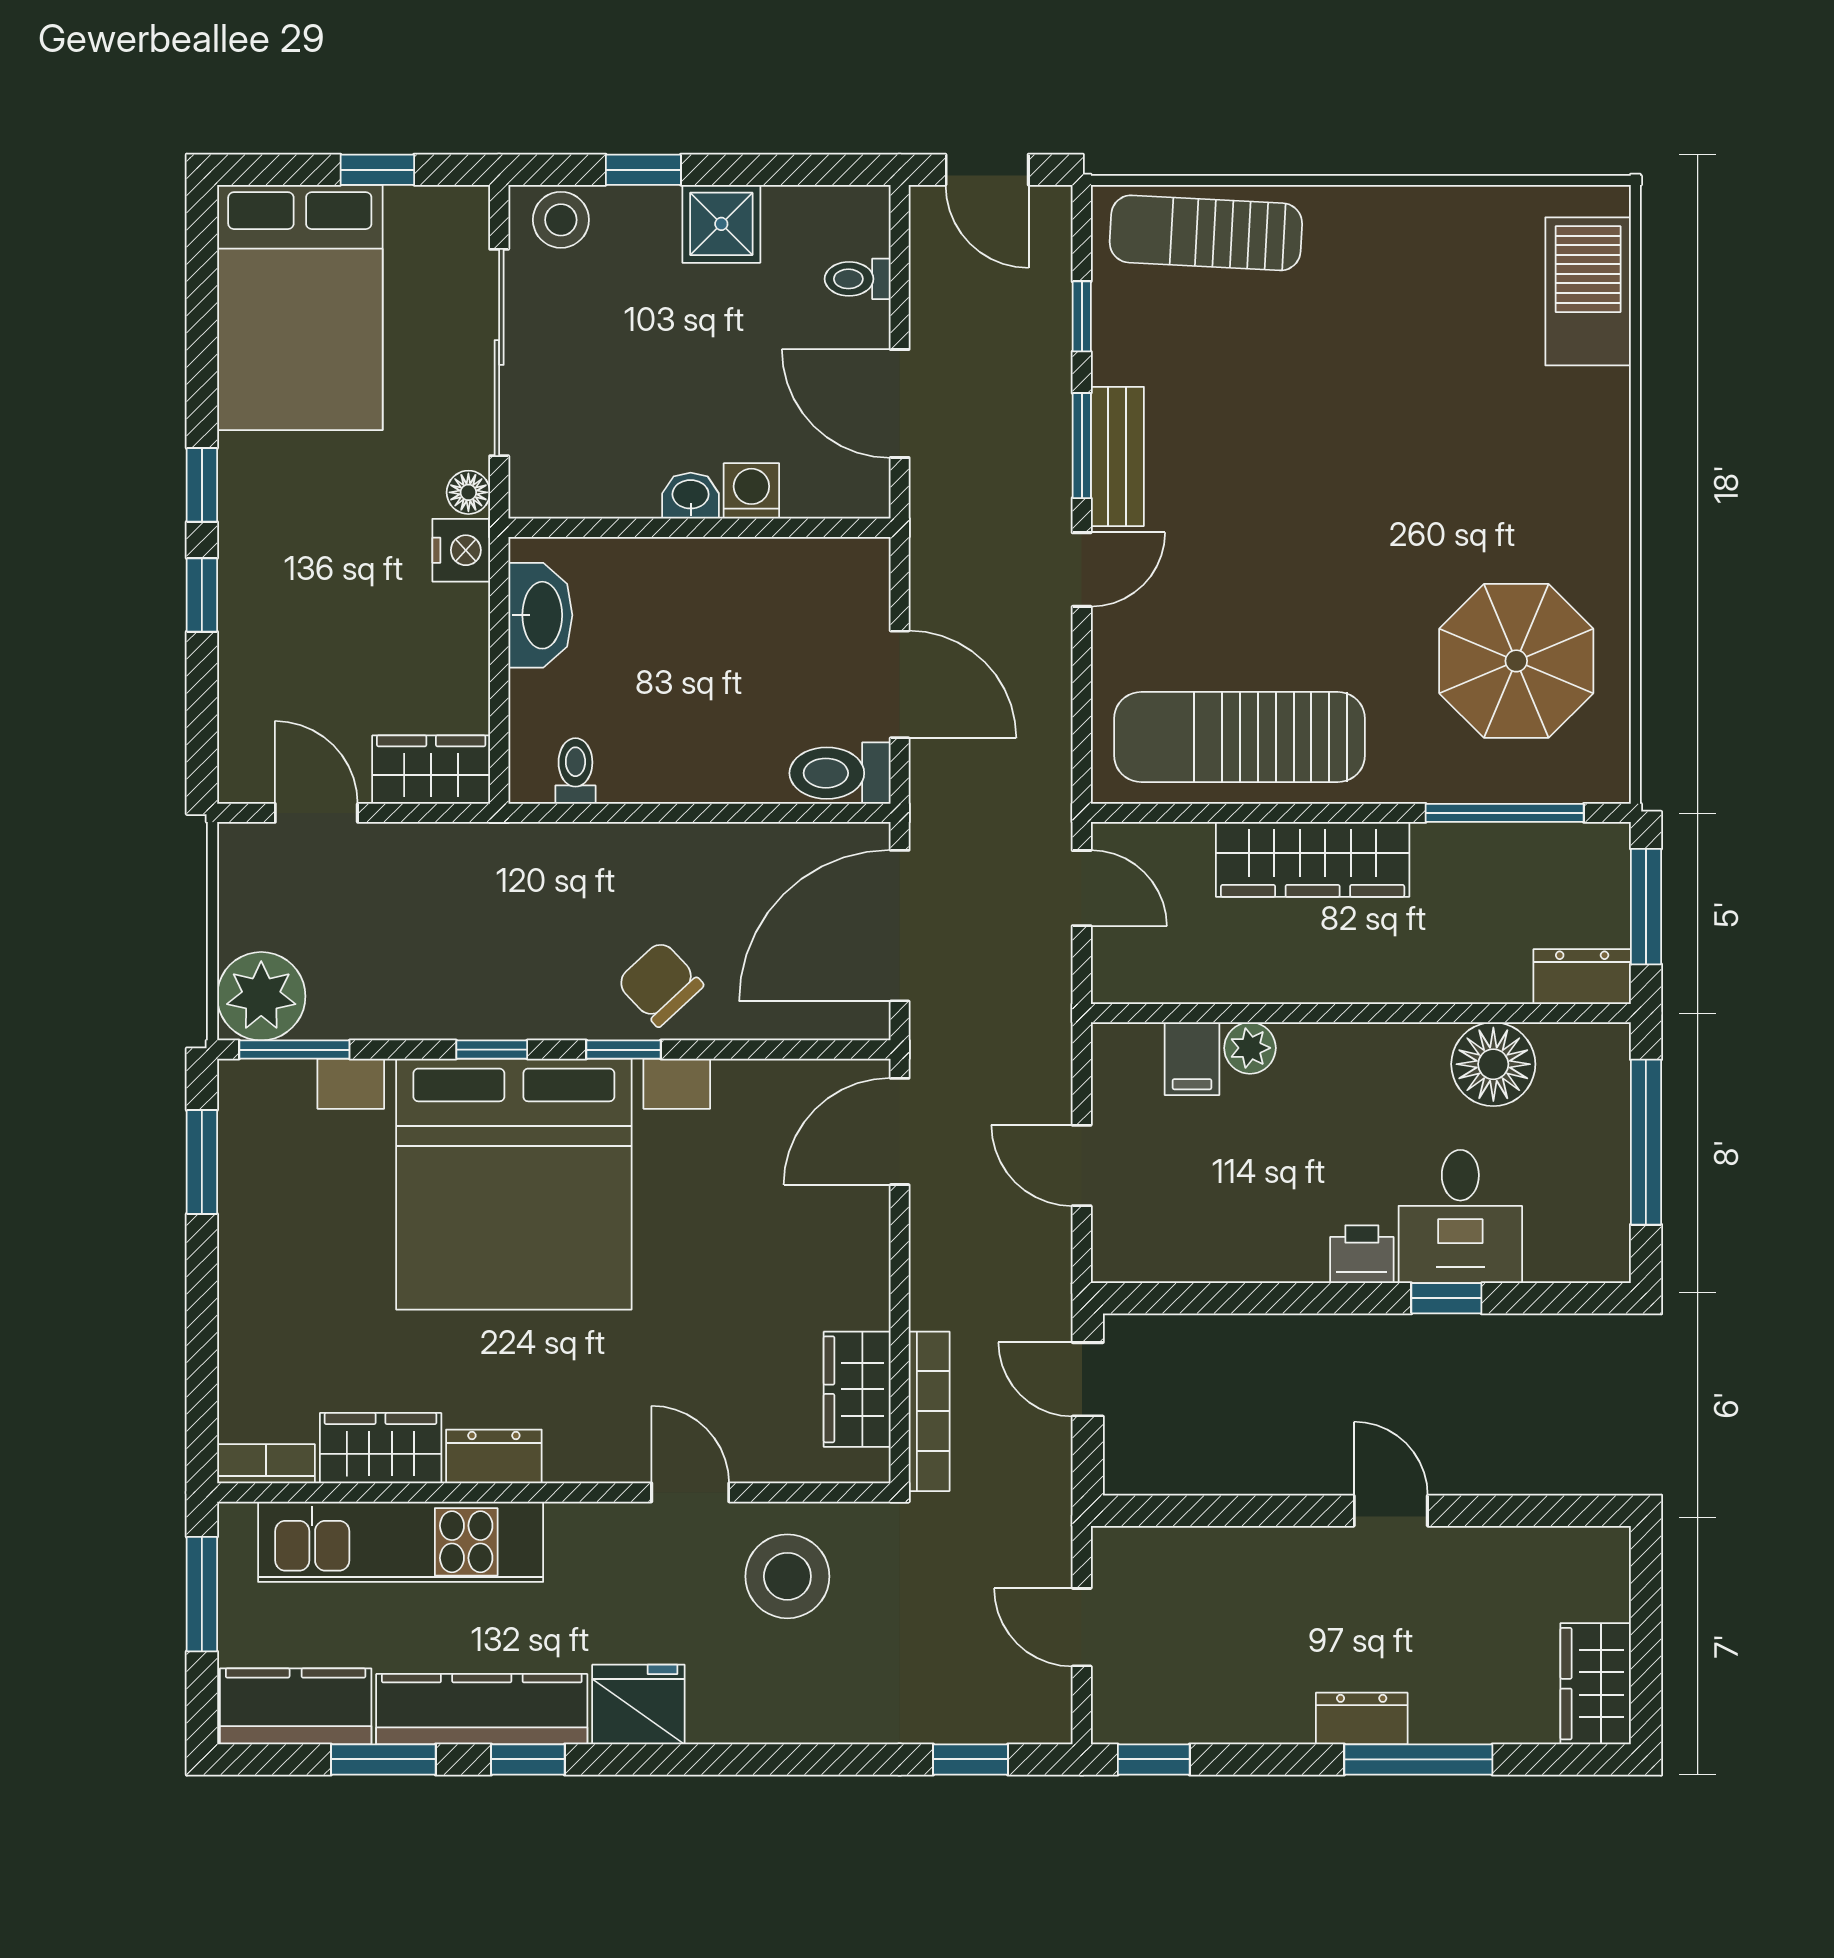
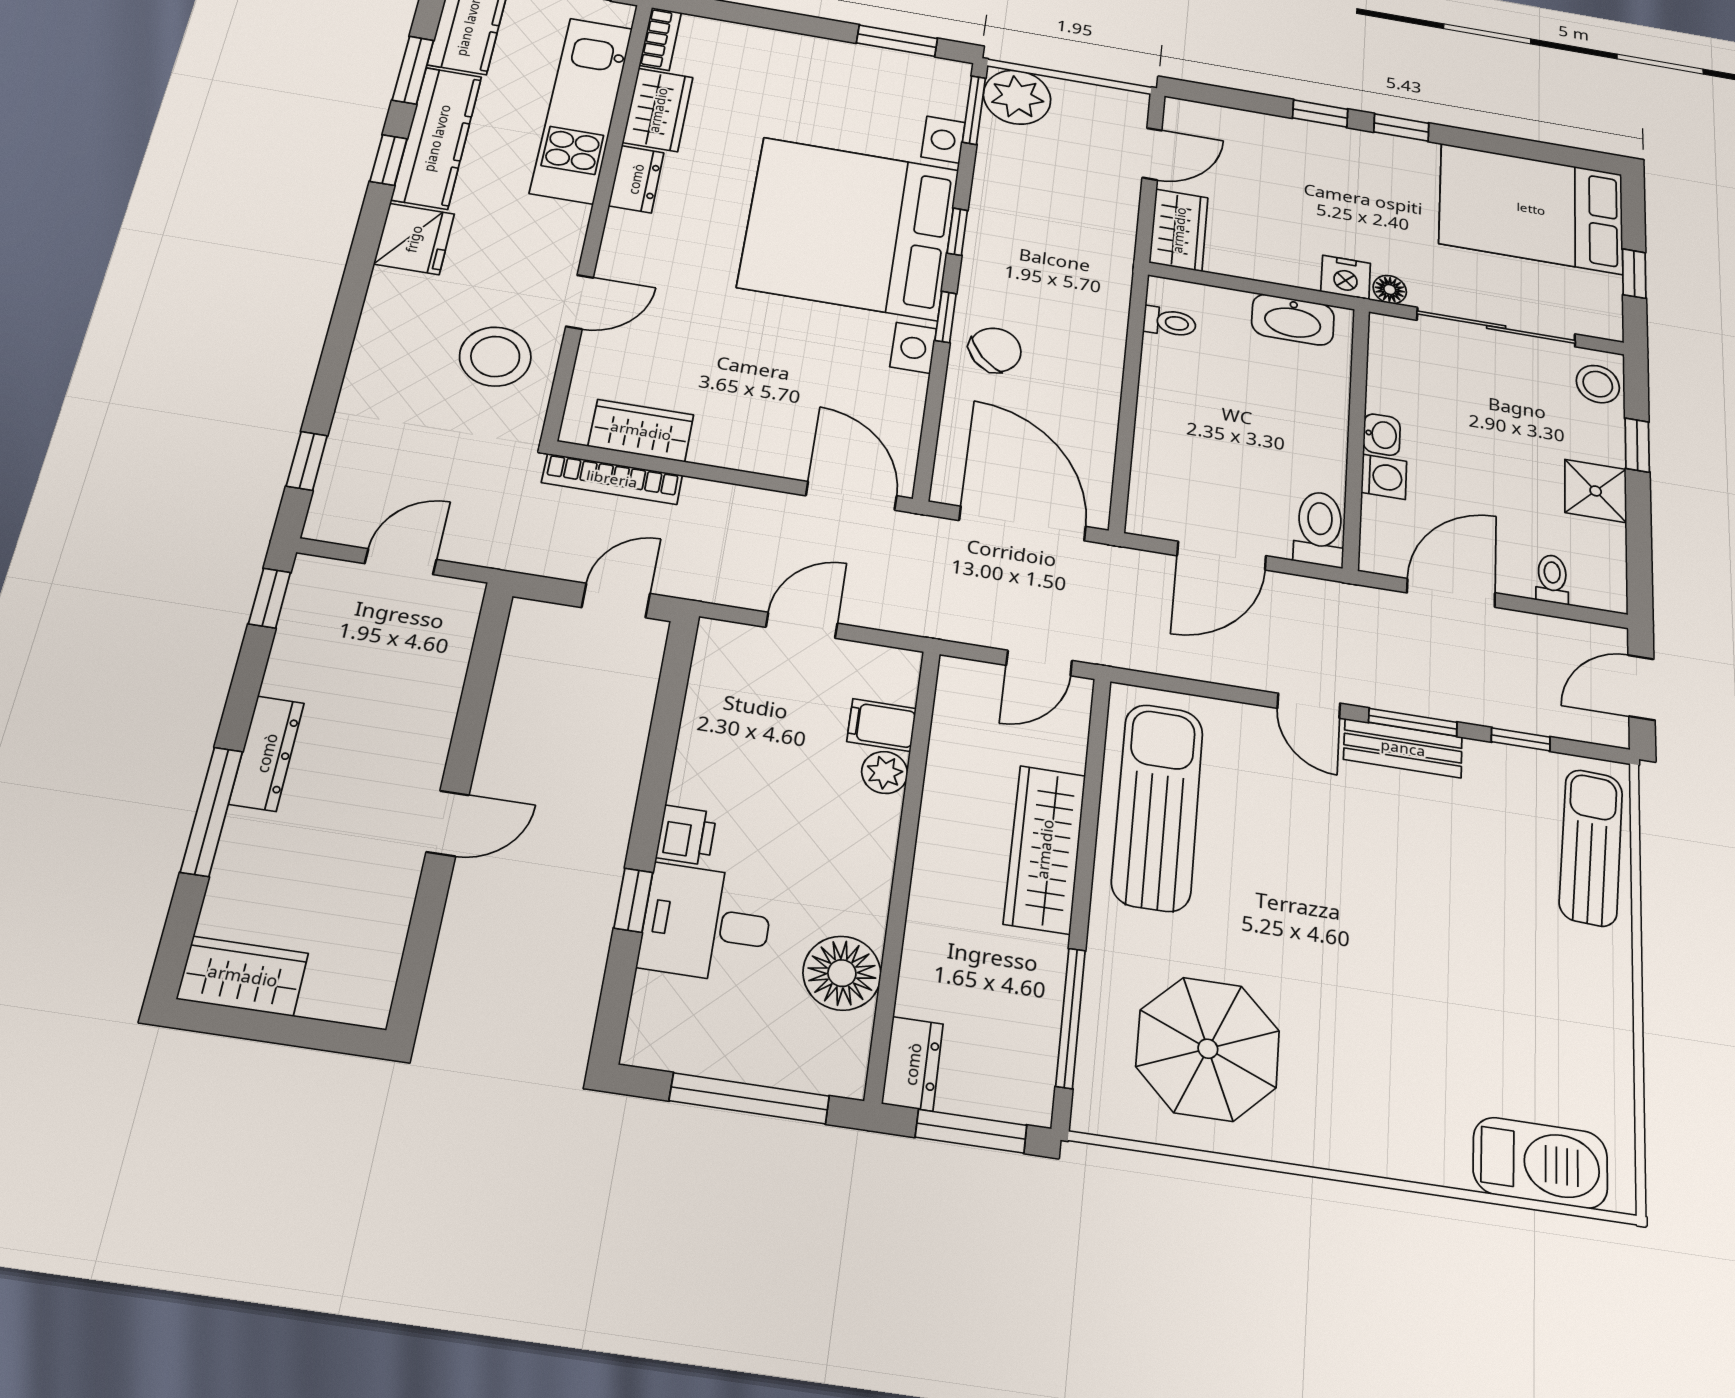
toilet: (840, 773) -> (1320, 529), moved
dresser: (1362, 1718) -> (267, 753), width x1.44

